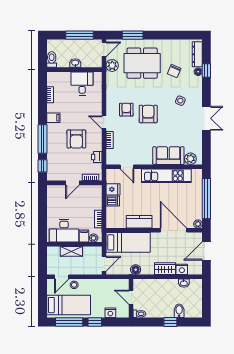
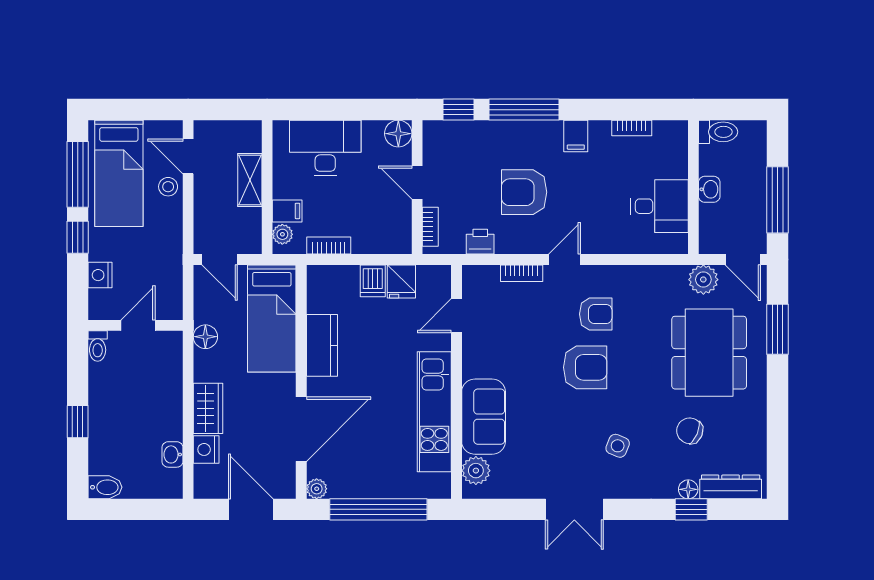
floor lamp: (52, 191) -> (398, 134), added
desk: (64, 231) -> (325, 148), moved, turned 90
bidet: (179, 311) -> (105, 487), moved

